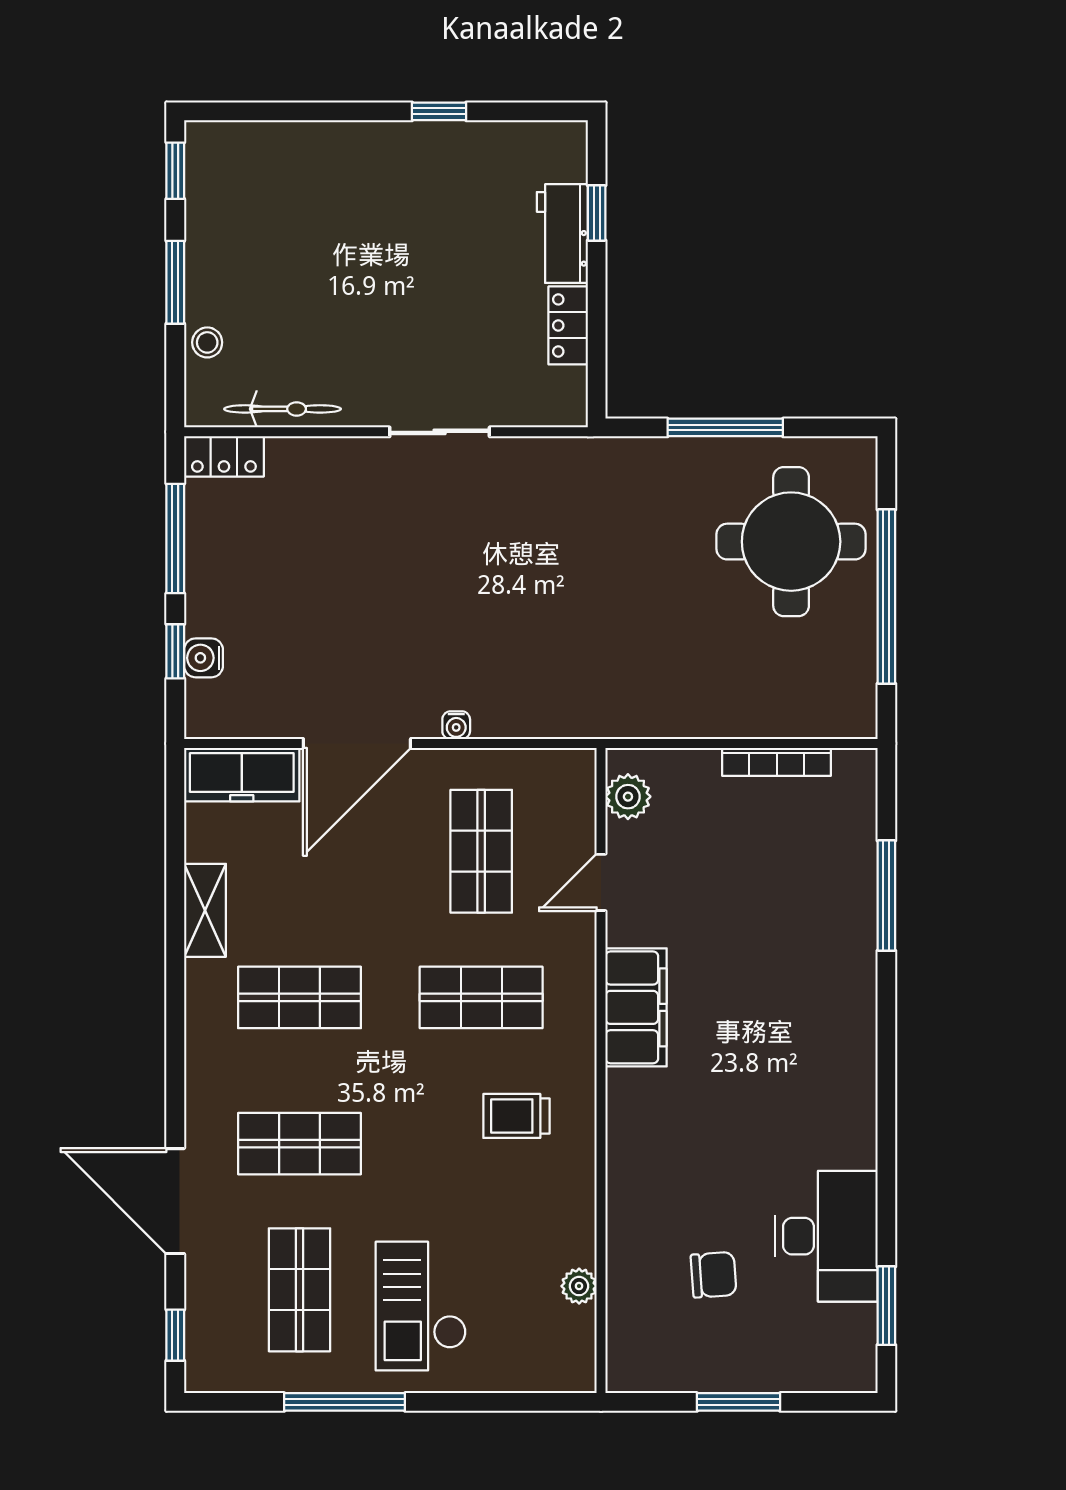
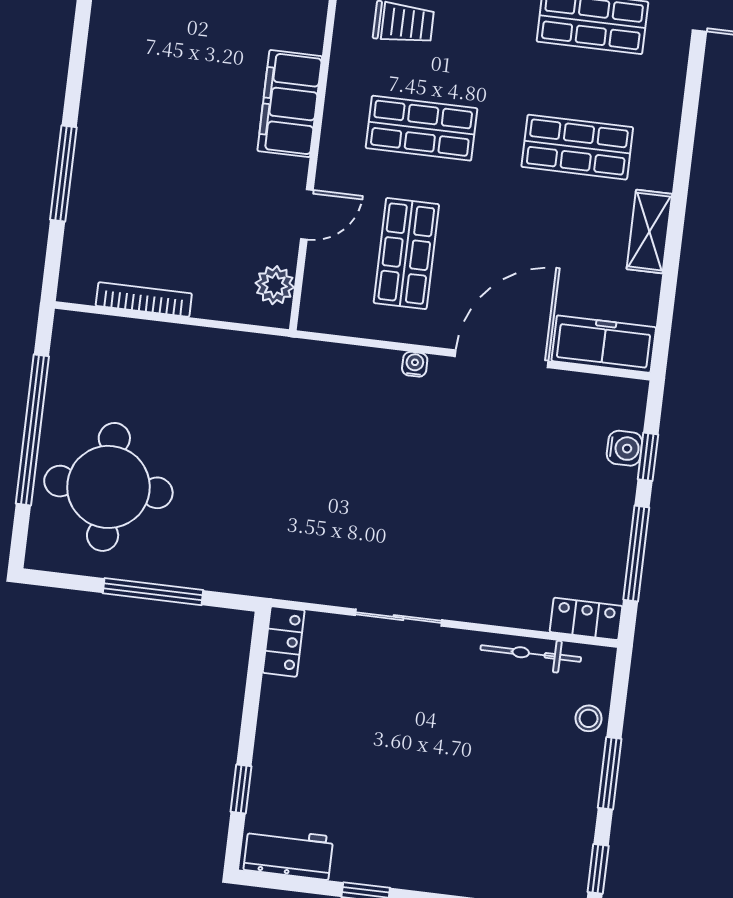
workbench: (562, 234) -> (288, 853), moved, turned -90
locker: (568, 325) -> (284, 641), moved

